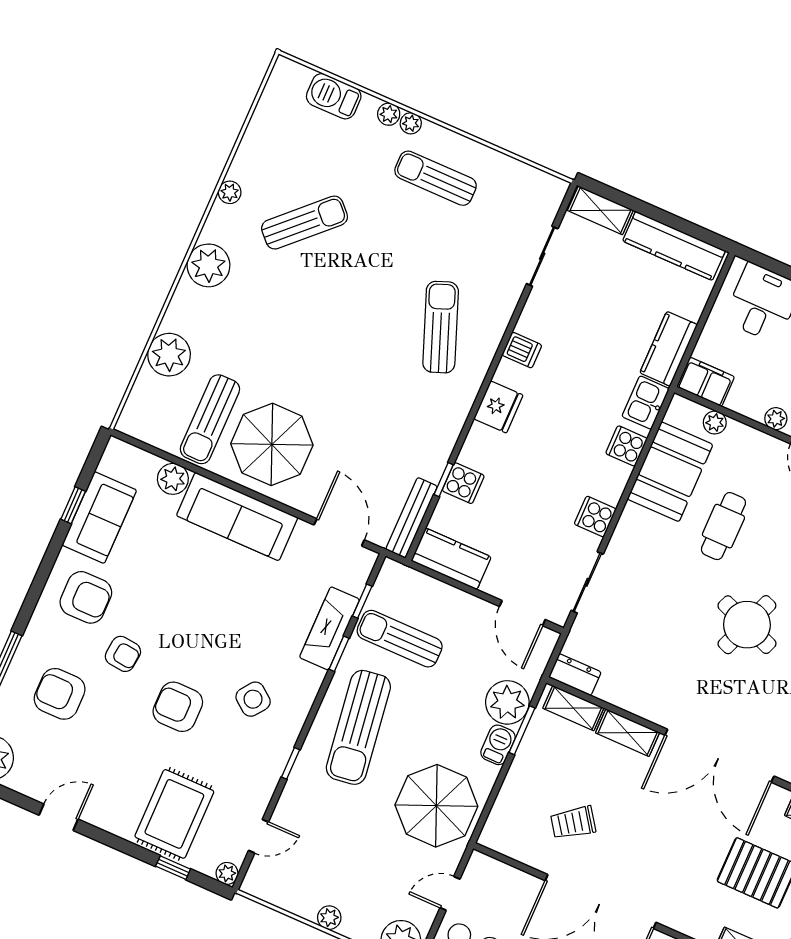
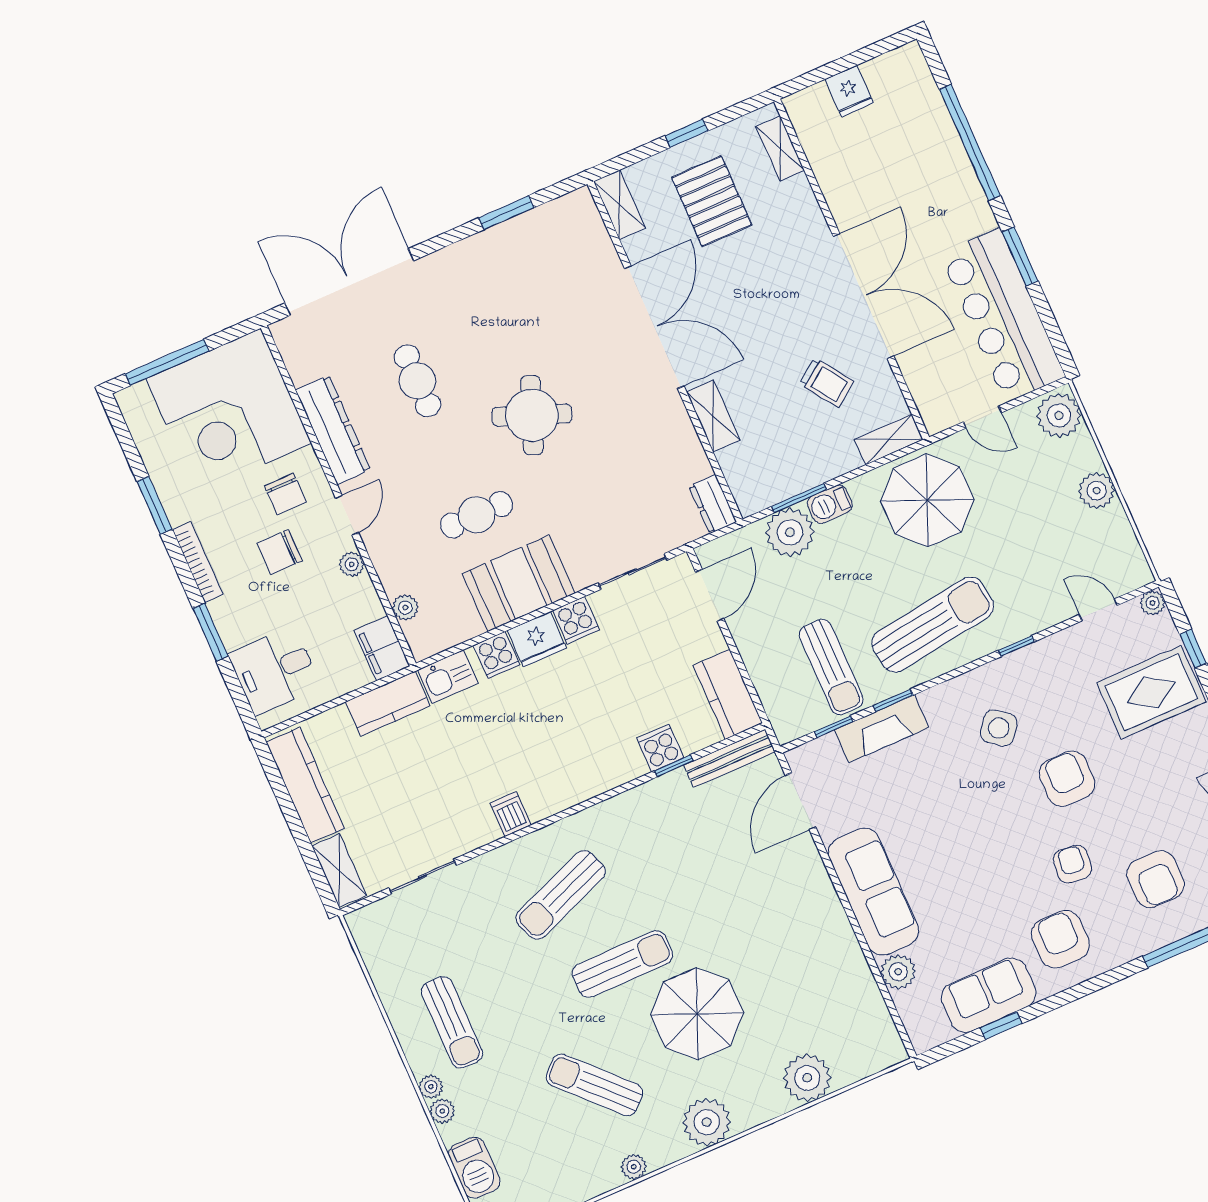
fridge: (498, 407) -> (537, 639), moved, turned 180
sun lounger: (210, 419) -> (622, 964), moved
parasol: (272, 444) -> (697, 1014), moved
booth: (670, 472) -> (519, 583), moved
armchair: (178, 707) -> (1067, 779), turned 180
shelving: (573, 708) -> (889, 440), moved, turned 90
plant: (329, 918) -> (1097, 491), width x1.38, depth x1.38

